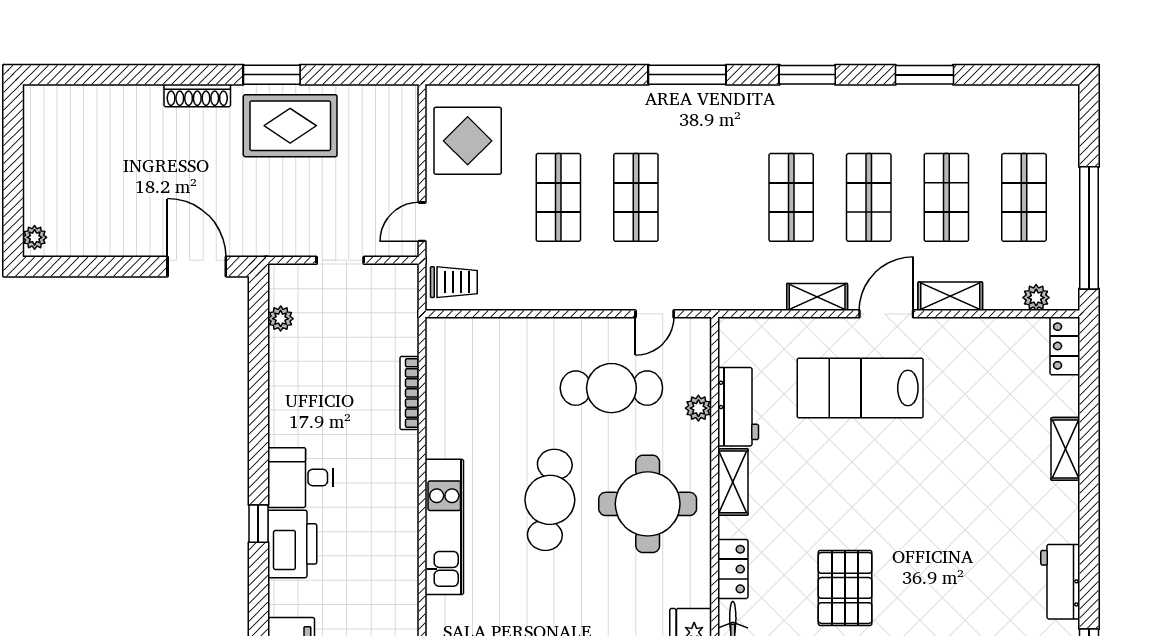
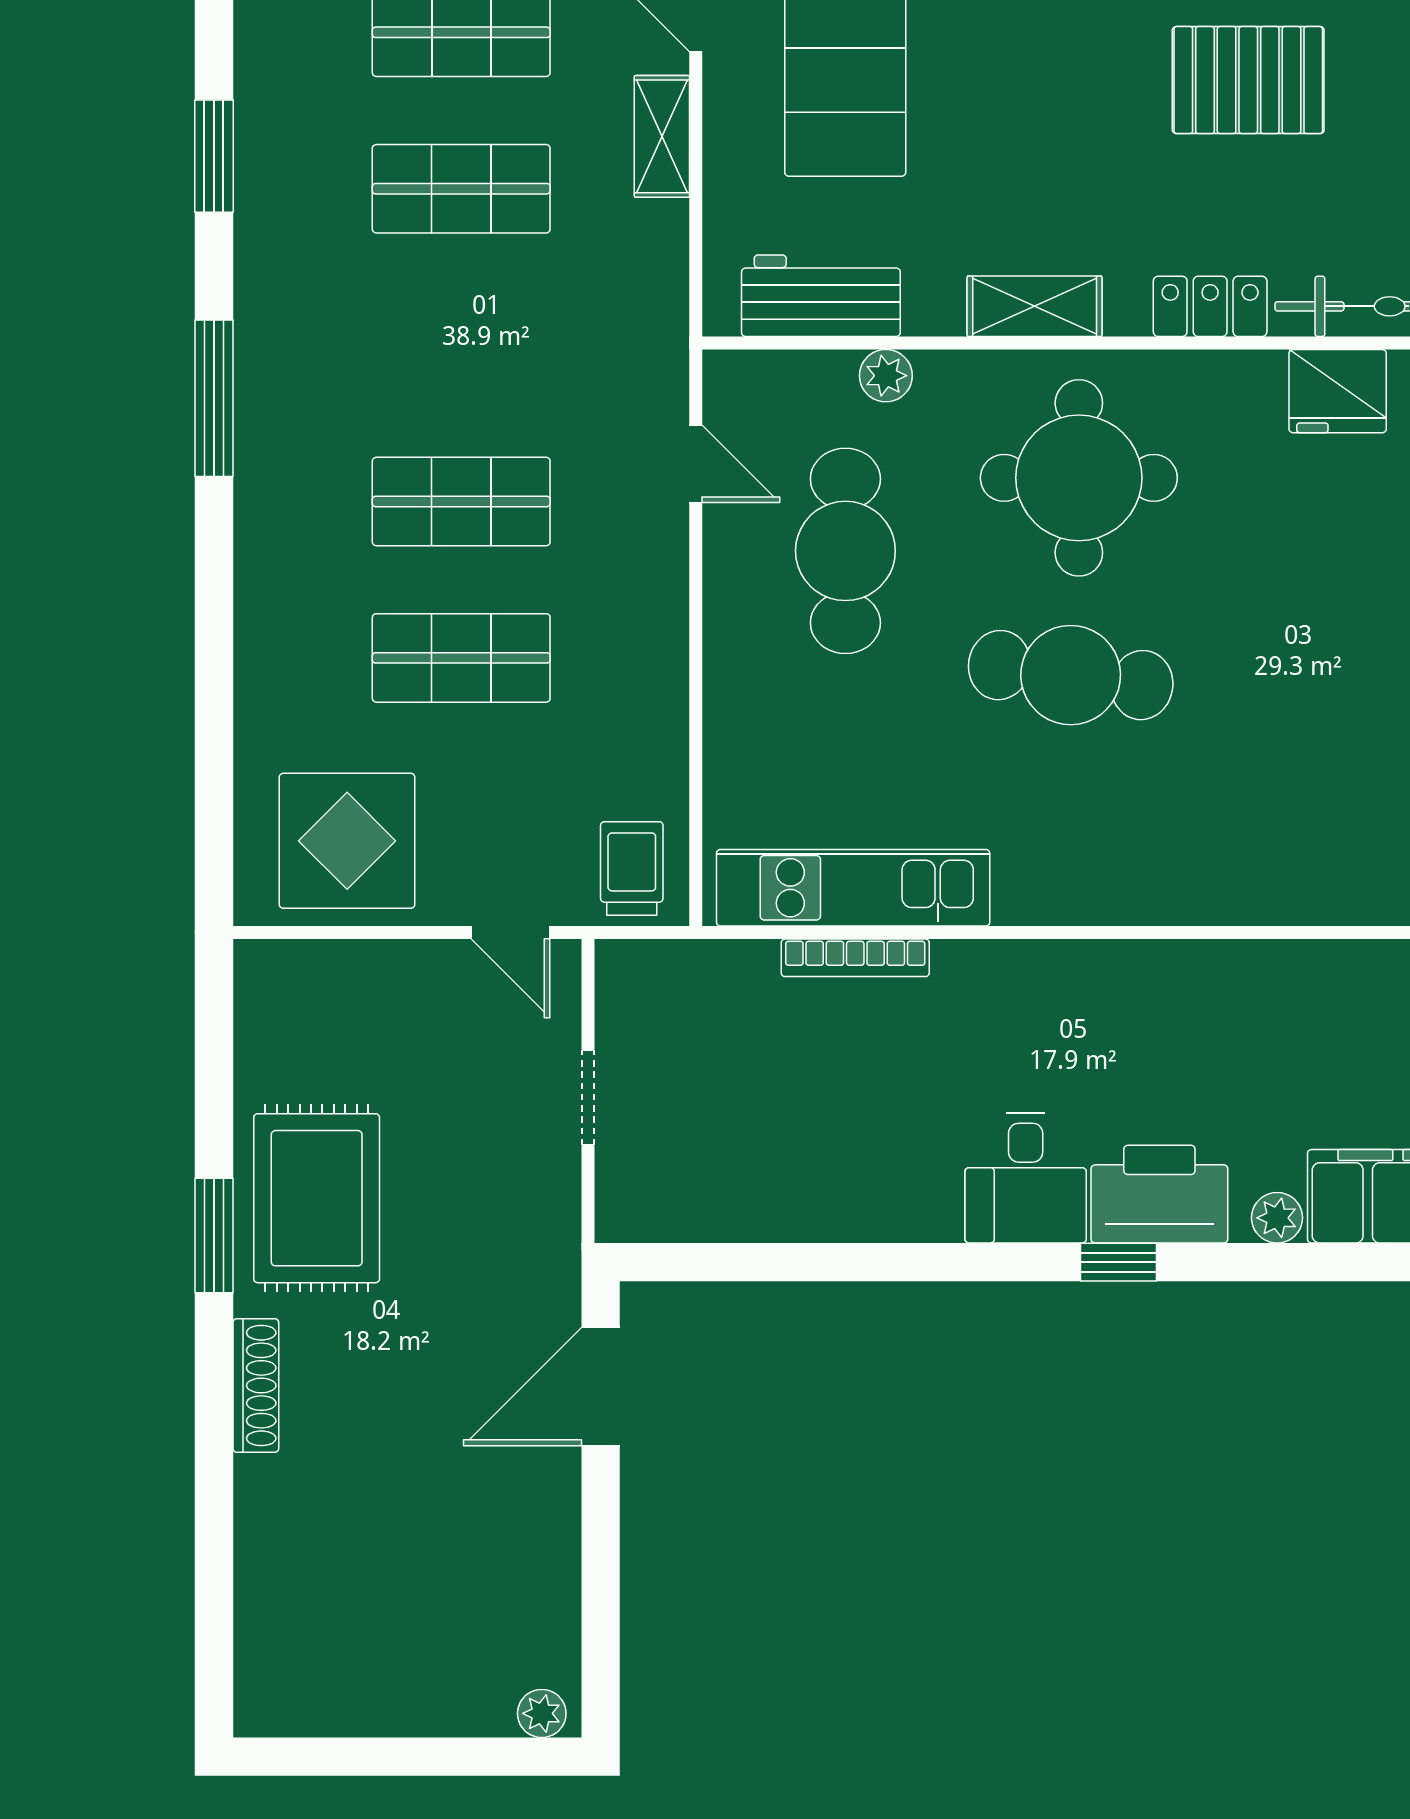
plant: (281, 319) -> (1277, 1218), moved
workbench: (738, 407) -> (821, 296), moved
kitchen unit: (444, 527) -> (853, 888), moved

